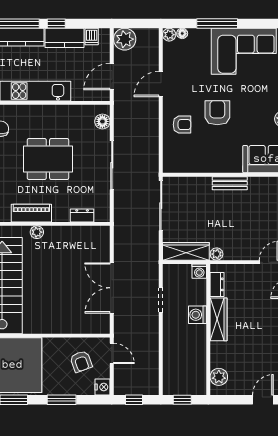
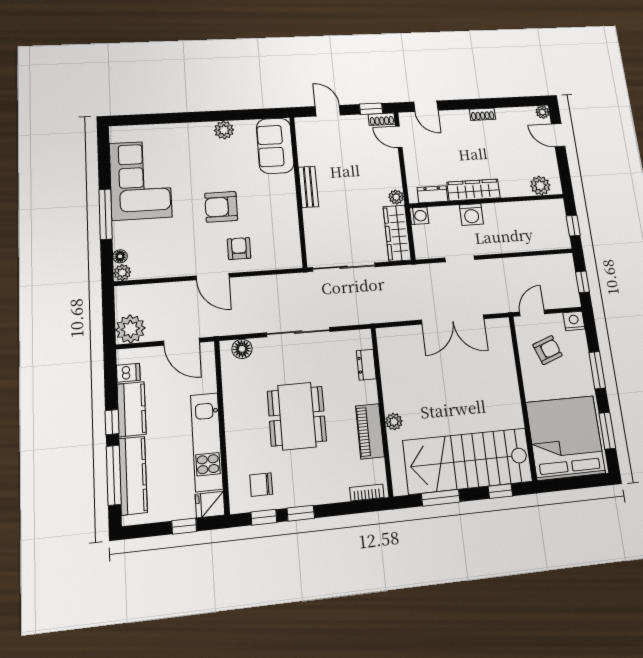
door: (161, 84) -> (213, 277), moved

